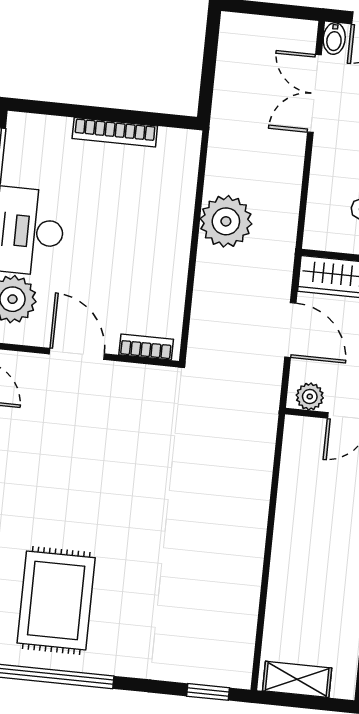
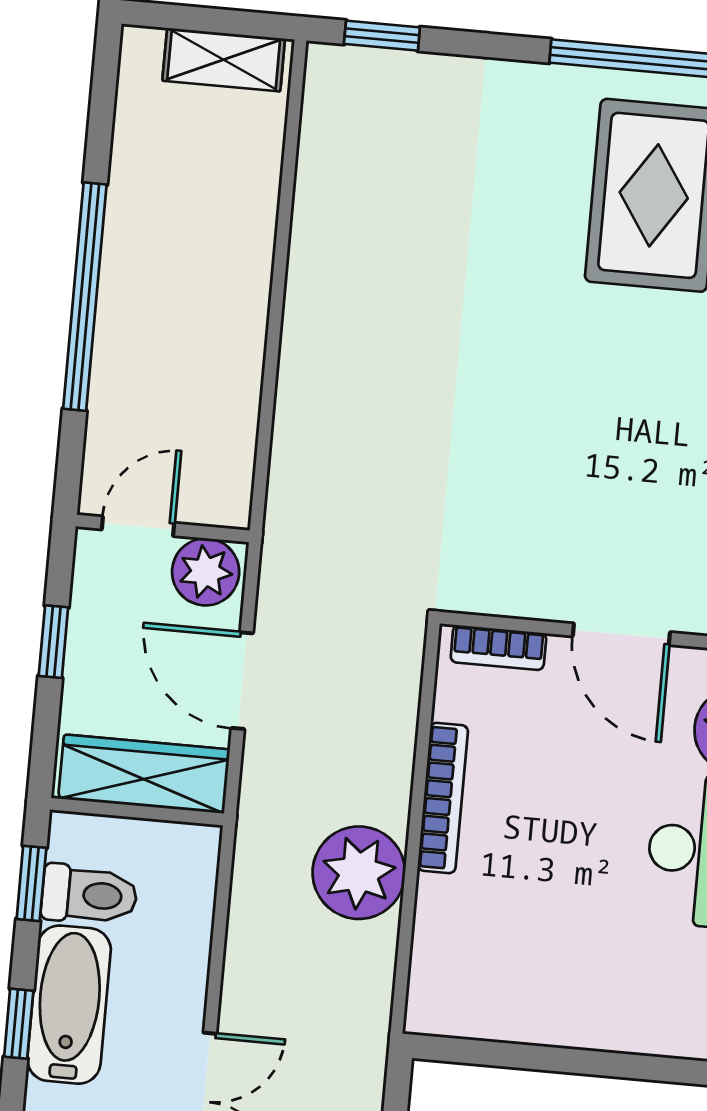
bookcase: (115, 132) -> (443, 798), moved, turned 90
plant: (310, 397) -> (206, 572), width x1.38, depth x1.38

